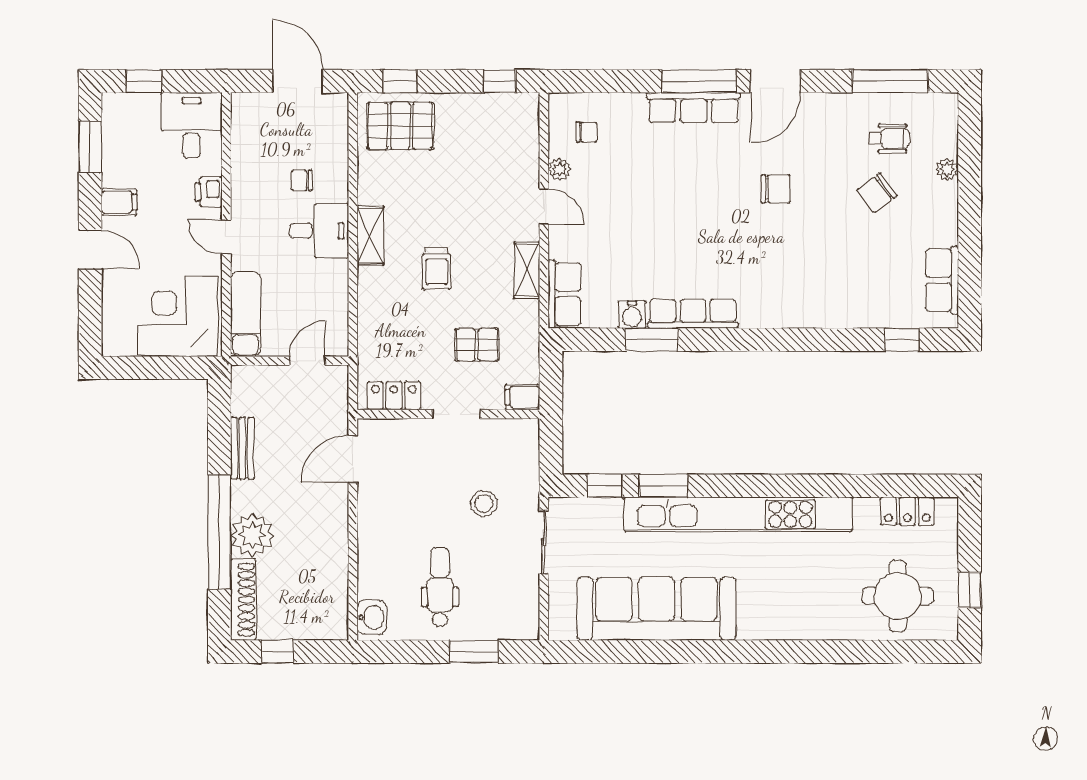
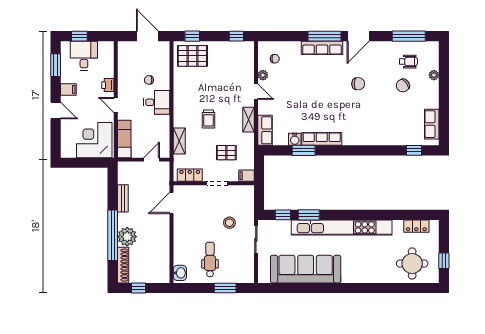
desk: (192, 125) -> (84, 56), moved
shelving: (370, 236) -> (179, 141), moved

